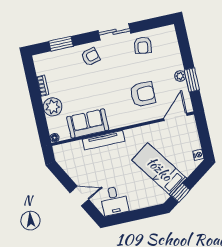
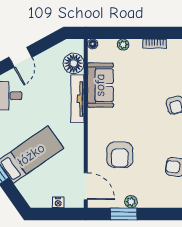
plant: (53, 107) -> (123, 45), width x0.53, depth x0.53
floor lamp: (74, 150) -> (74, 63), added
nightstand: (198, 155) -> (58, 203), moved

